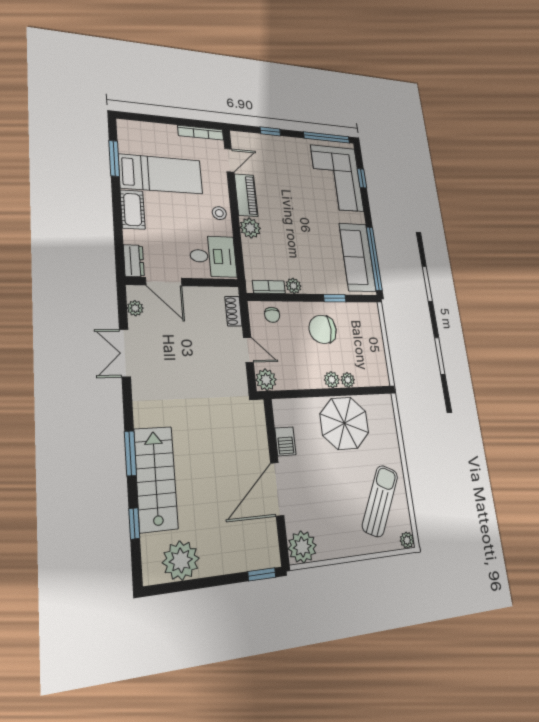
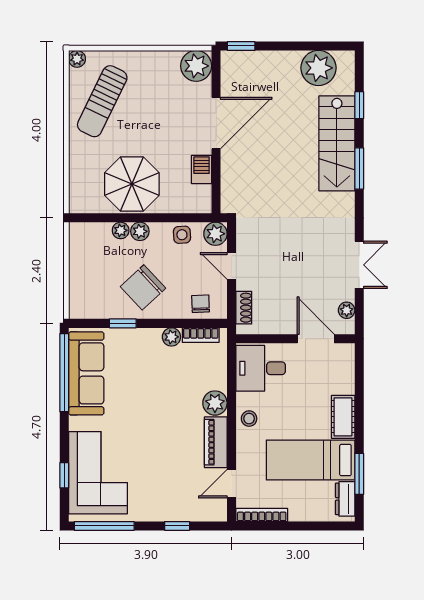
dresser: (134, 261) -> (345, 499), moved
chair: (323, 329) -> (143, 287), turned 137
side table: (296, 378) -> (182, 235), added

